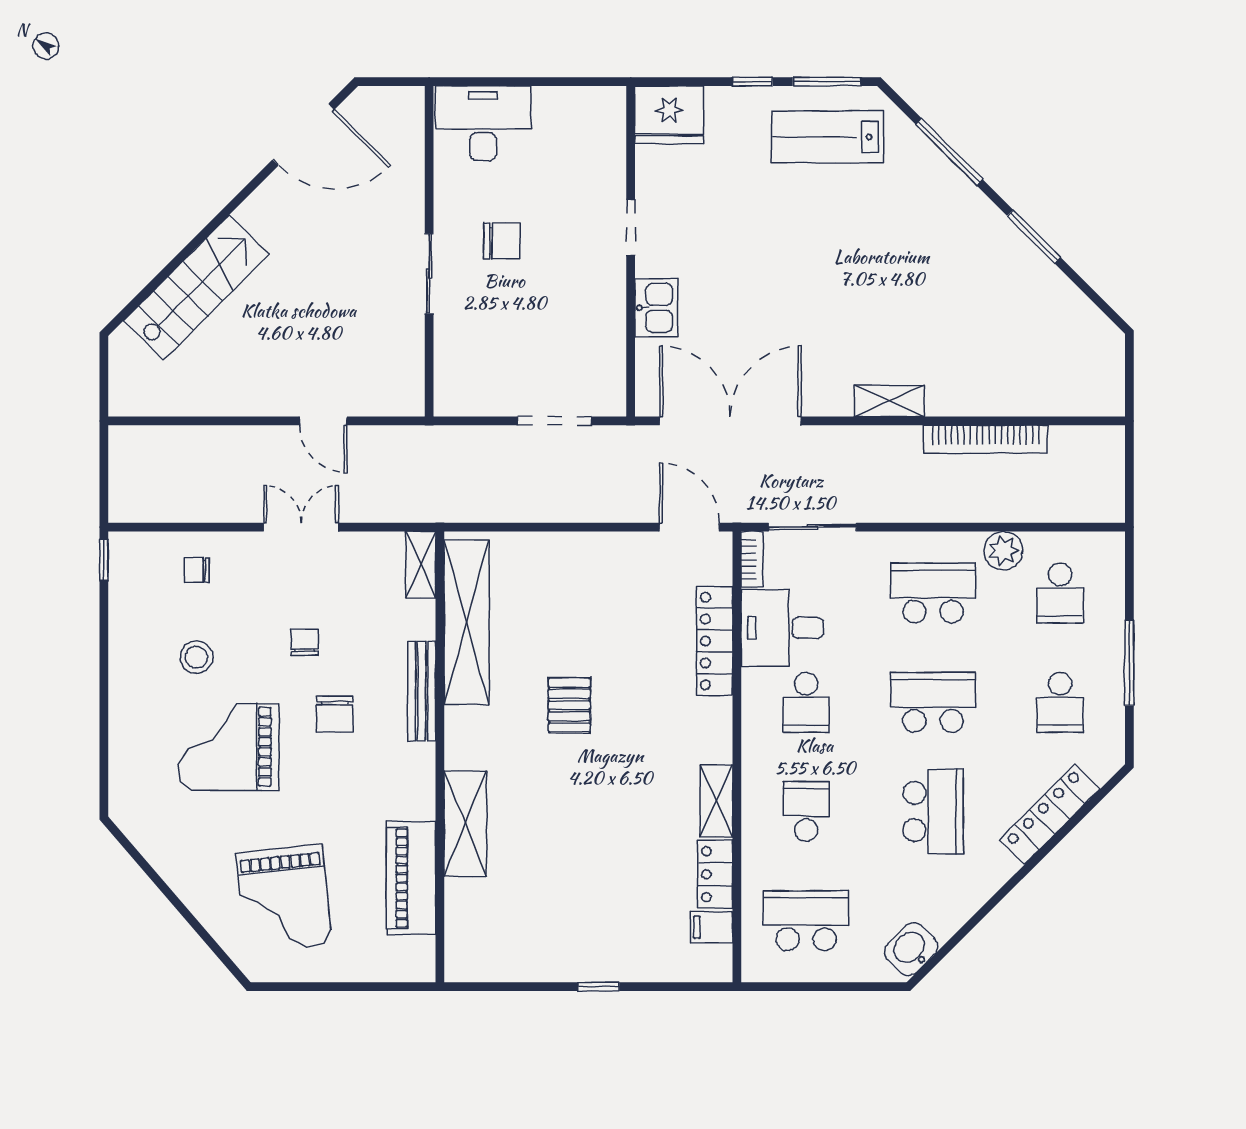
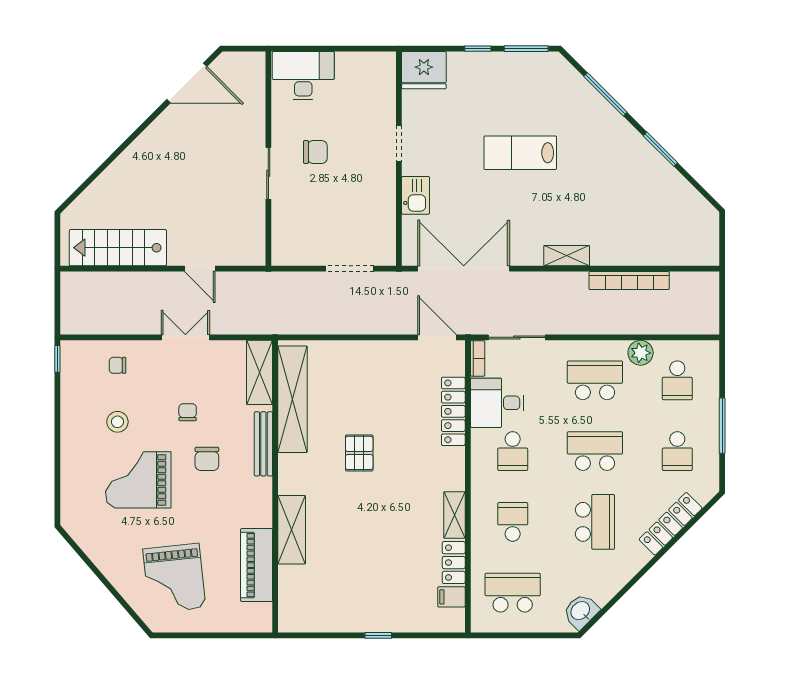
lab bench: (828, 137) -> (520, 153), moved
stairs: (196, 288) -> (118, 248), moved, turned -135
shelving: (421, 564) -> (260, 372), width x1.50, depth x1.33

